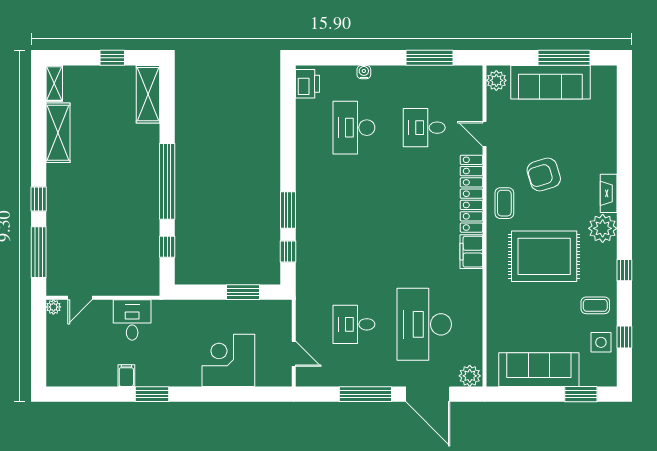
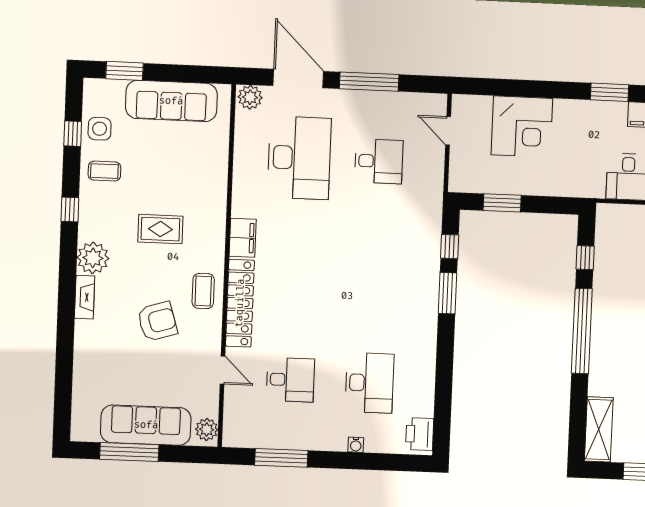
rug: (544, 256) -> (160, 229), width x0.54, depth x0.49

